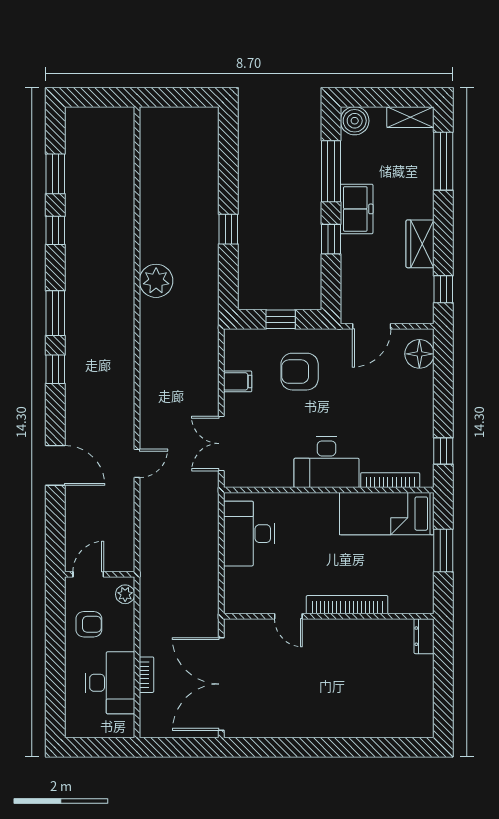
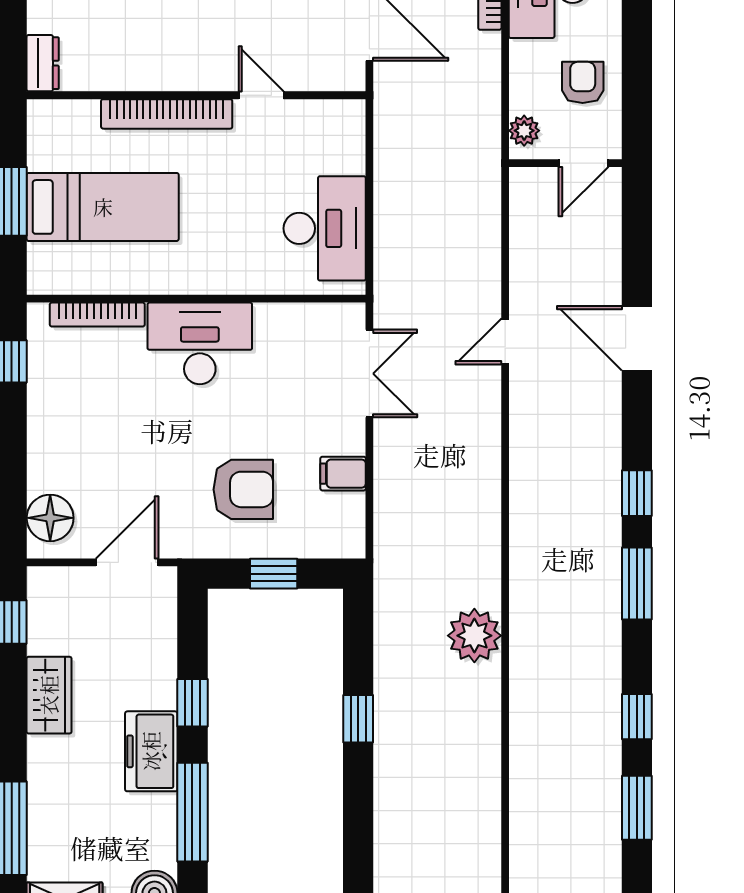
bed: (387, 514) -> (103, 207), moved
armchair: (89, 624) -> (583, 82), turned 90

